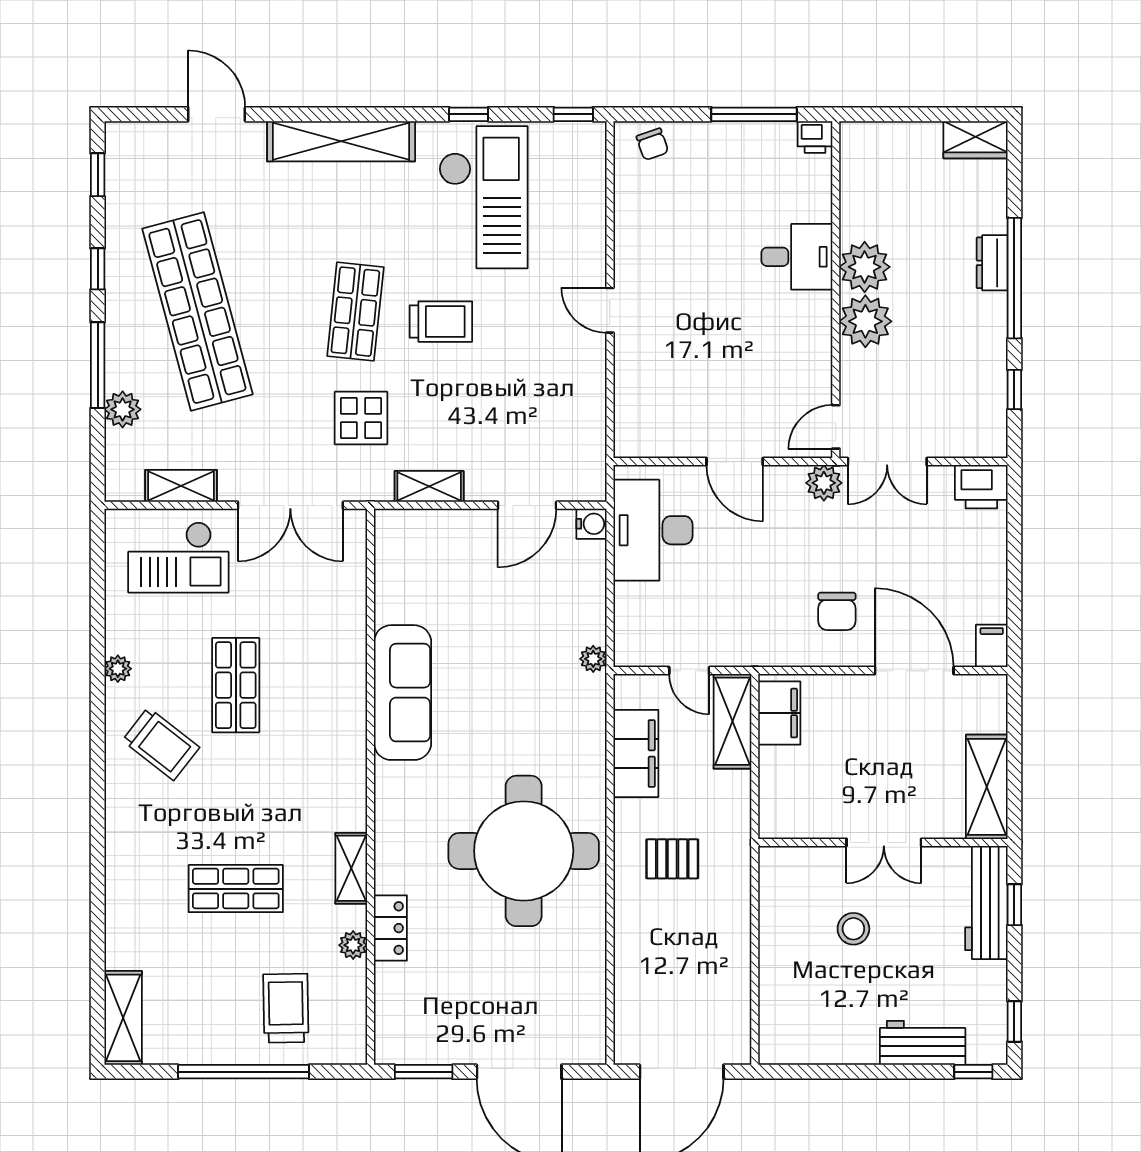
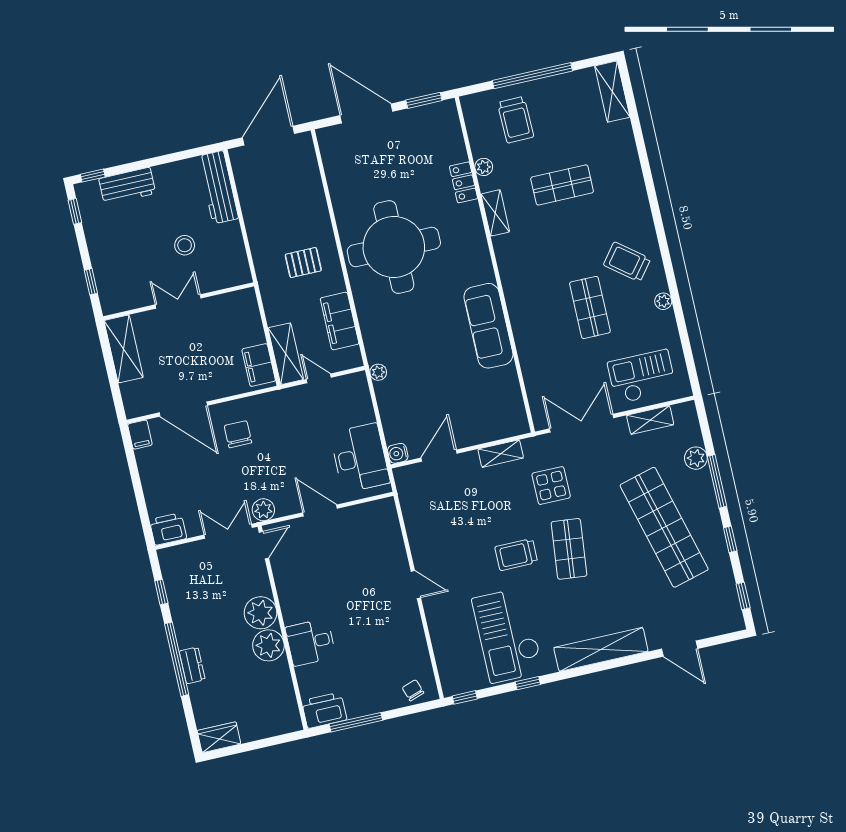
printer: (815, 137) -> (324, 710), width x1.87, depth x1.48
workbench: (986, 903) -> (218, 187), moved, turned 180

